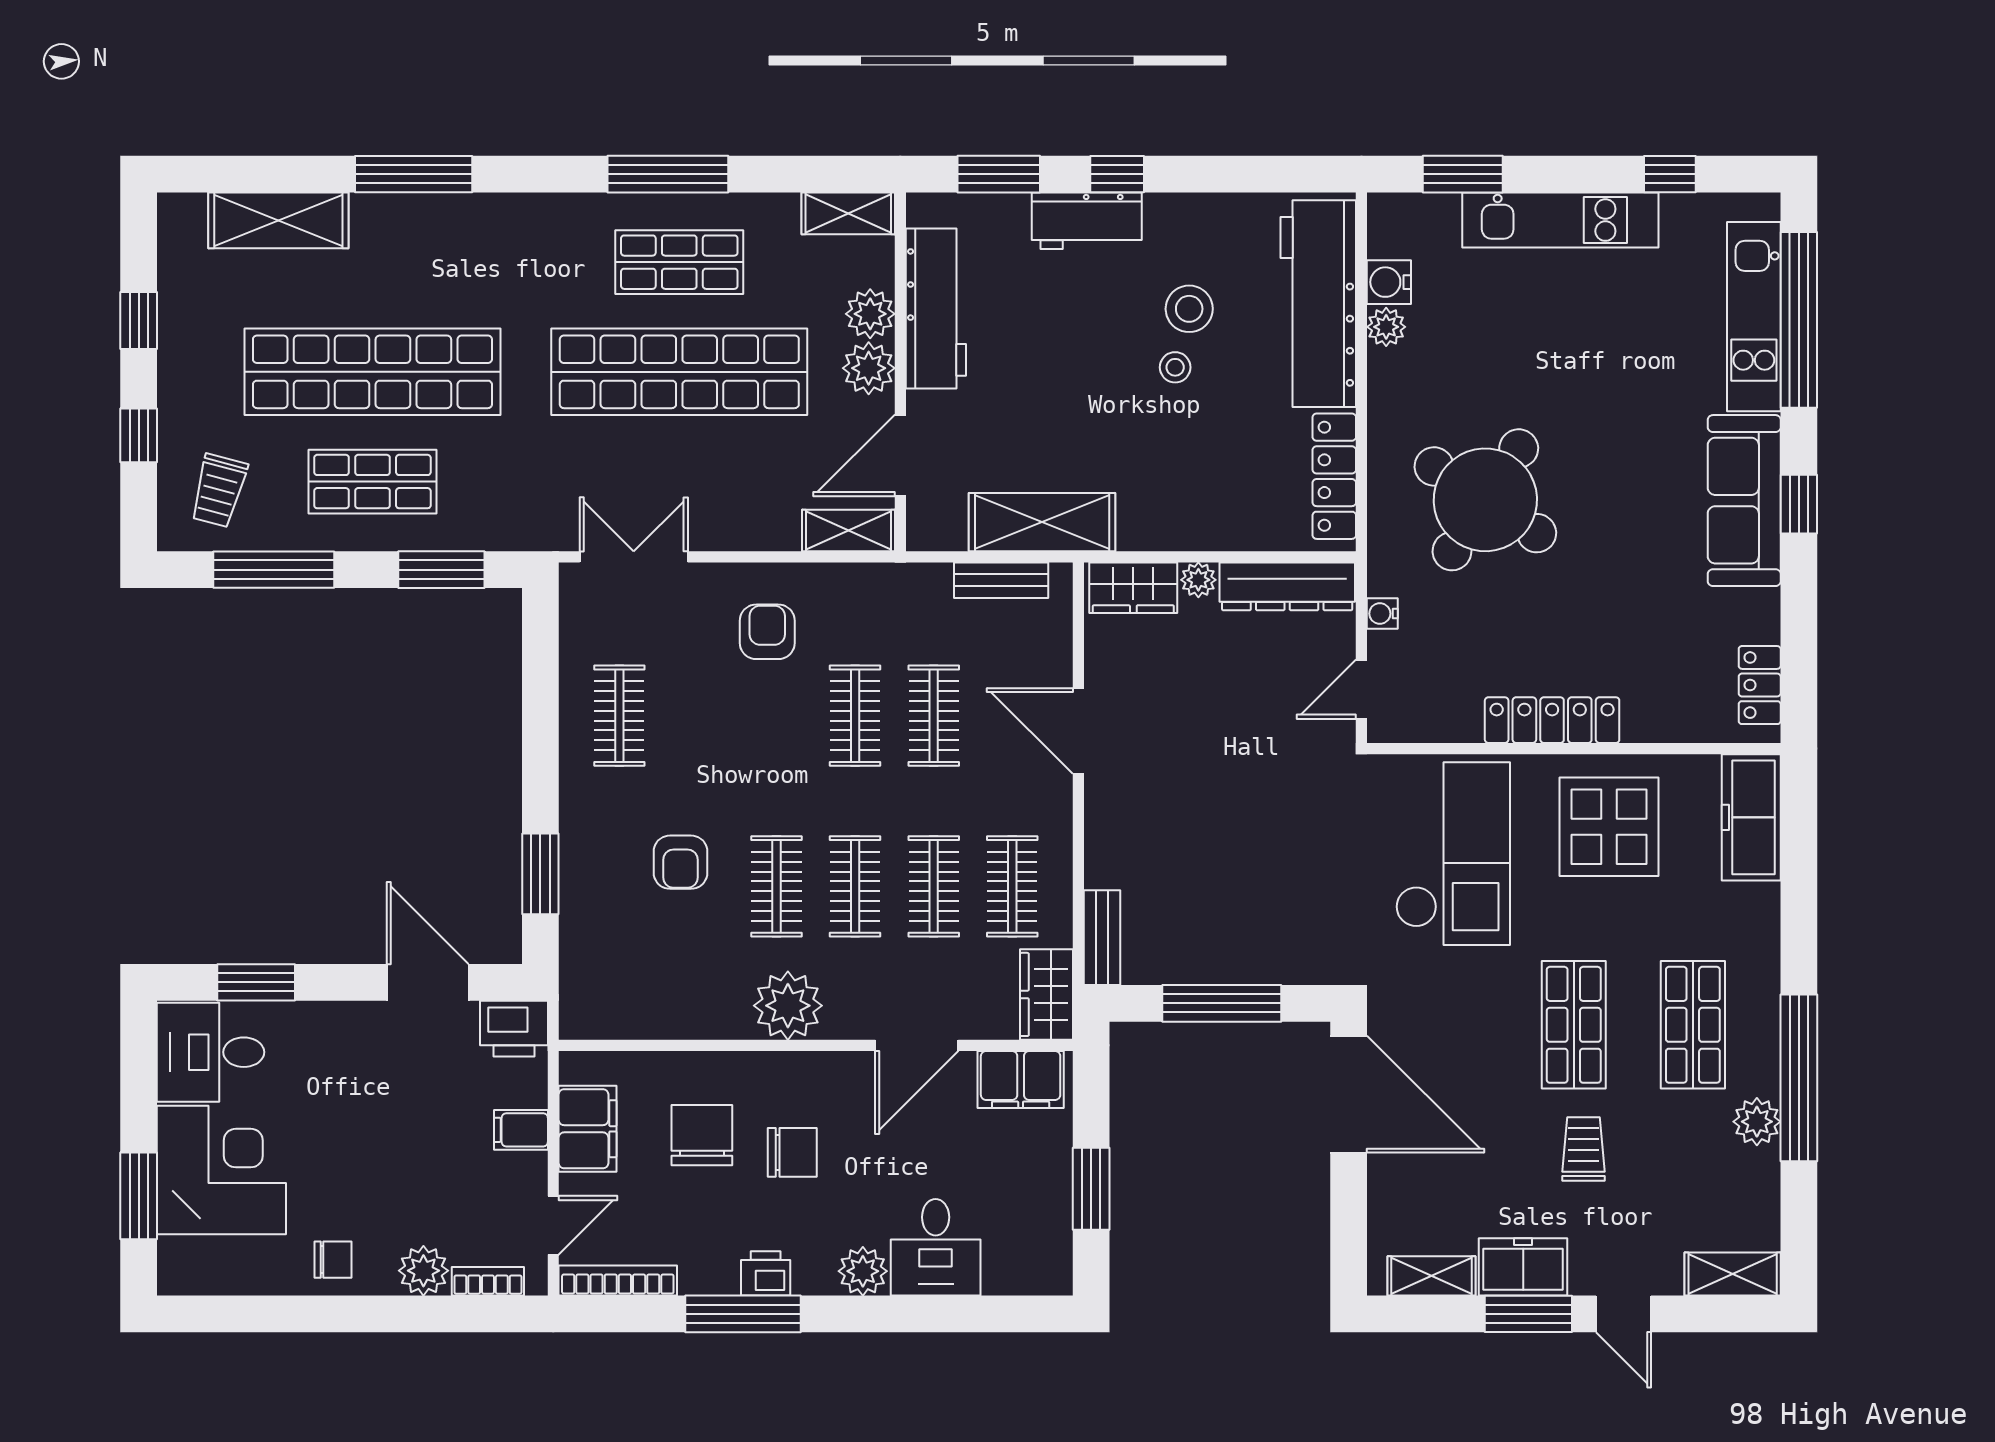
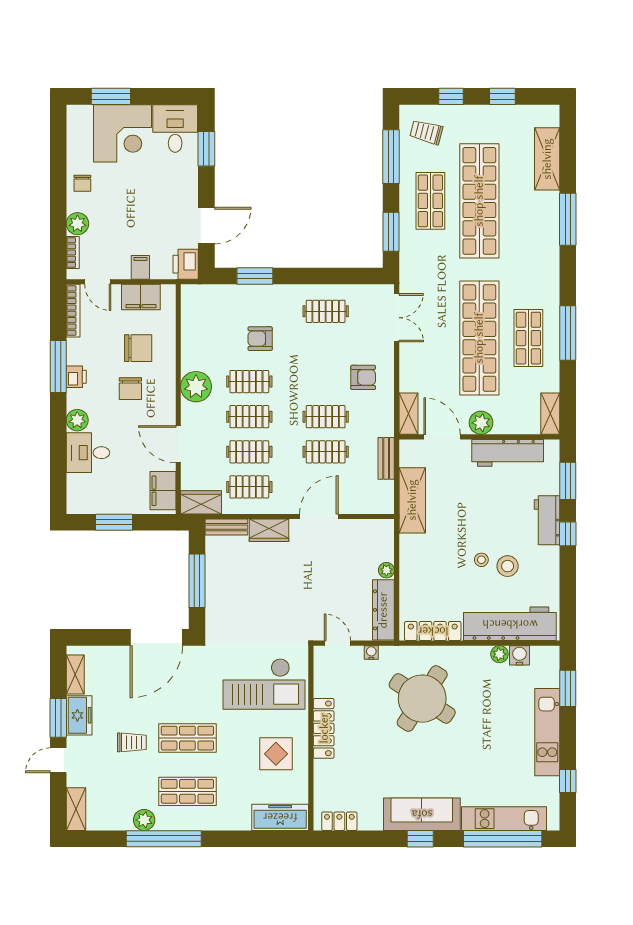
plant: (870, 314) -> (505, 423), removed
bench: (1001, 580) -> (386, 458), moved
wardrobe: (1133, 588) -> (269, 530), moved, turned -90
display table: (1609, 827) -> (276, 754), width x0.73, depth x0.73

